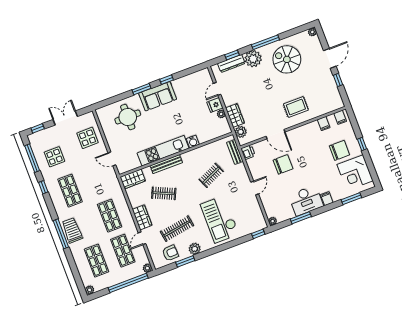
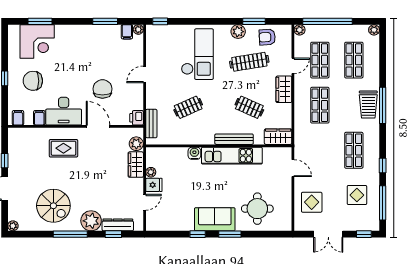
chair: (283, 164) -> (102, 89), turned 90
corner desk: (355, 173) -> (37, 42), moved, turned 90
filing cabinet: (327, 199) -> (127, 32), moved
desk: (306, 201) -> (64, 111), moved, turned 180

